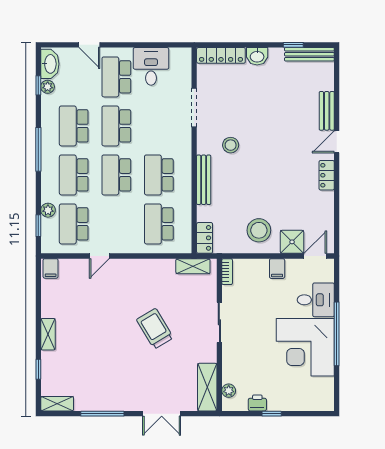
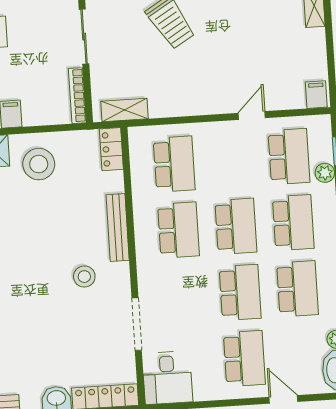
desk: (151, 66) -> (167, 378), moved
bookcase: (227, 272) -> (77, 96), width x1.56

